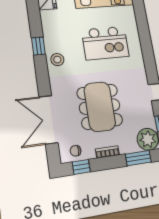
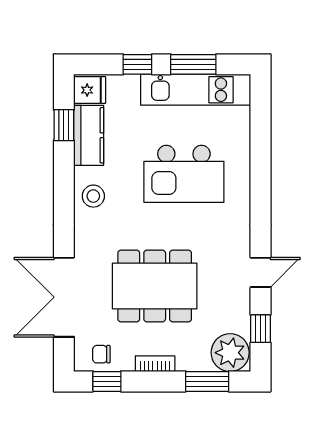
kitchen counter: (50, 27) -> (89, 135), added
window: (38, 46) -> (64, 125), moved
dining table: (100, 107) -> (155, 286), turned 90

